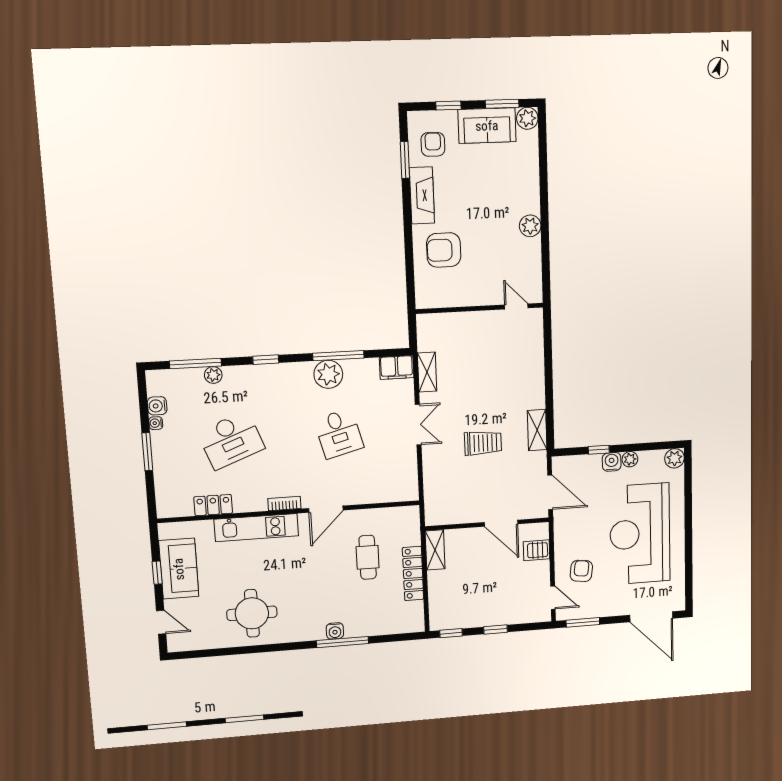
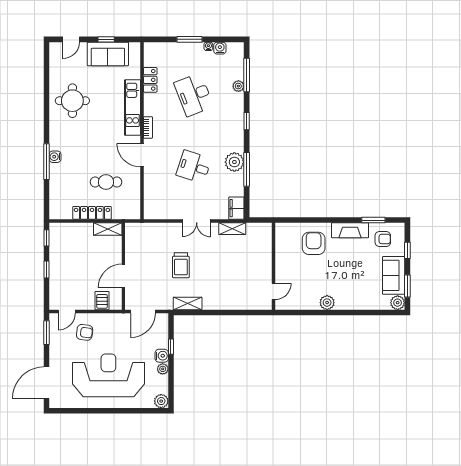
desk: (339, 433) -> (194, 167), turned 33

